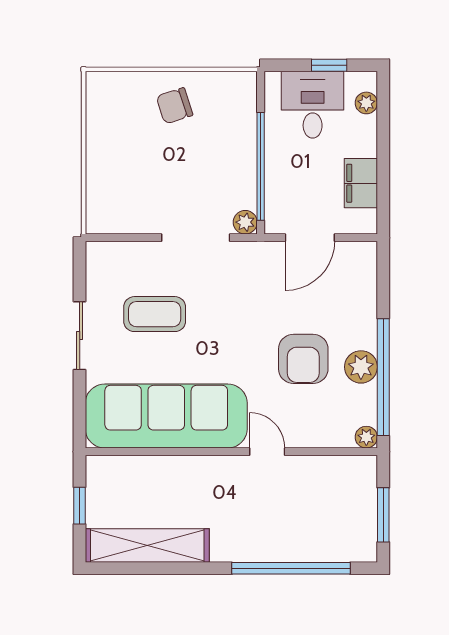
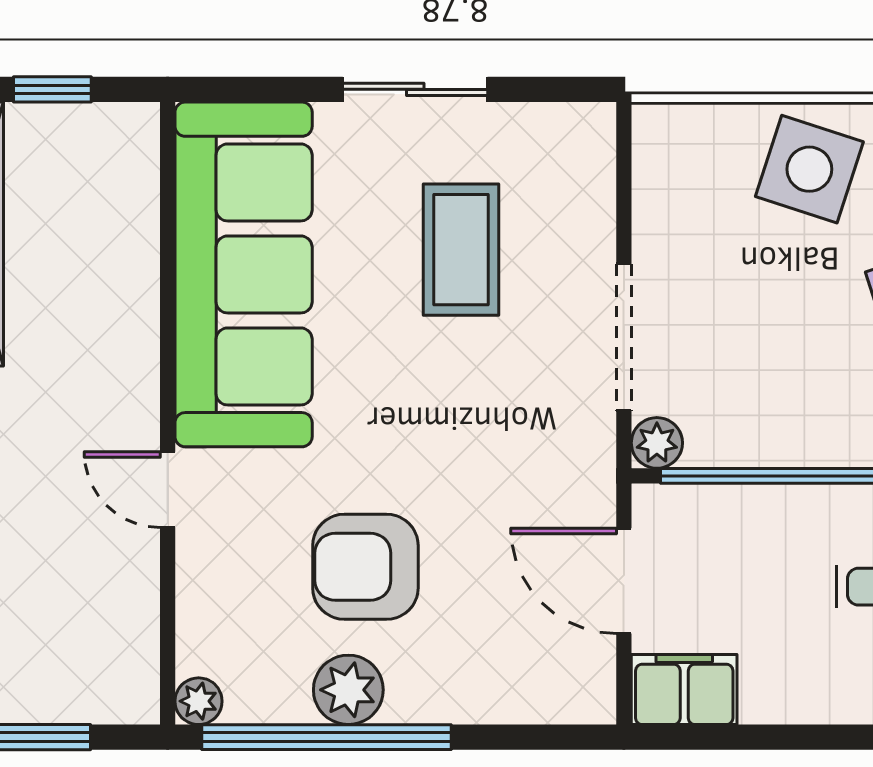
side table: (117, 151) -> (809, 169), added
filing cabinet: (361, 183) -> (684, 689), moved
door: (267, 452) -> (168, 490), swing flipped

